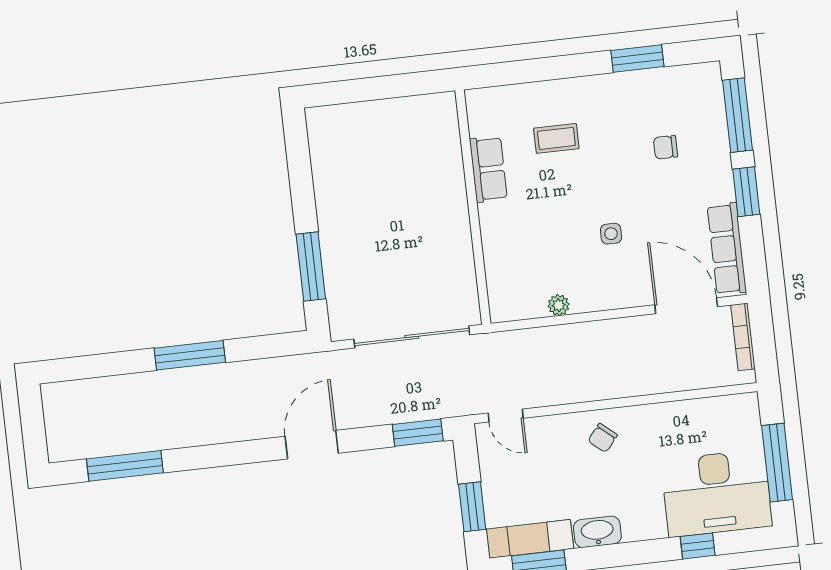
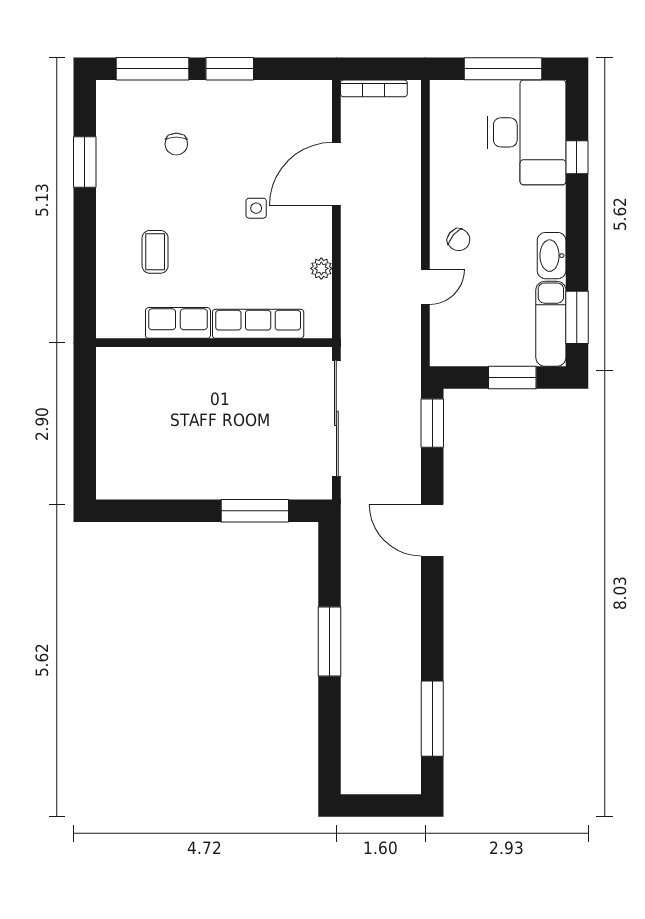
row of seats: (727, 249) -> (258, 324), moved, turned 180
door: (686, 306) -> (336, 174), moved
door: (506, 416) -> (425, 287), moved

